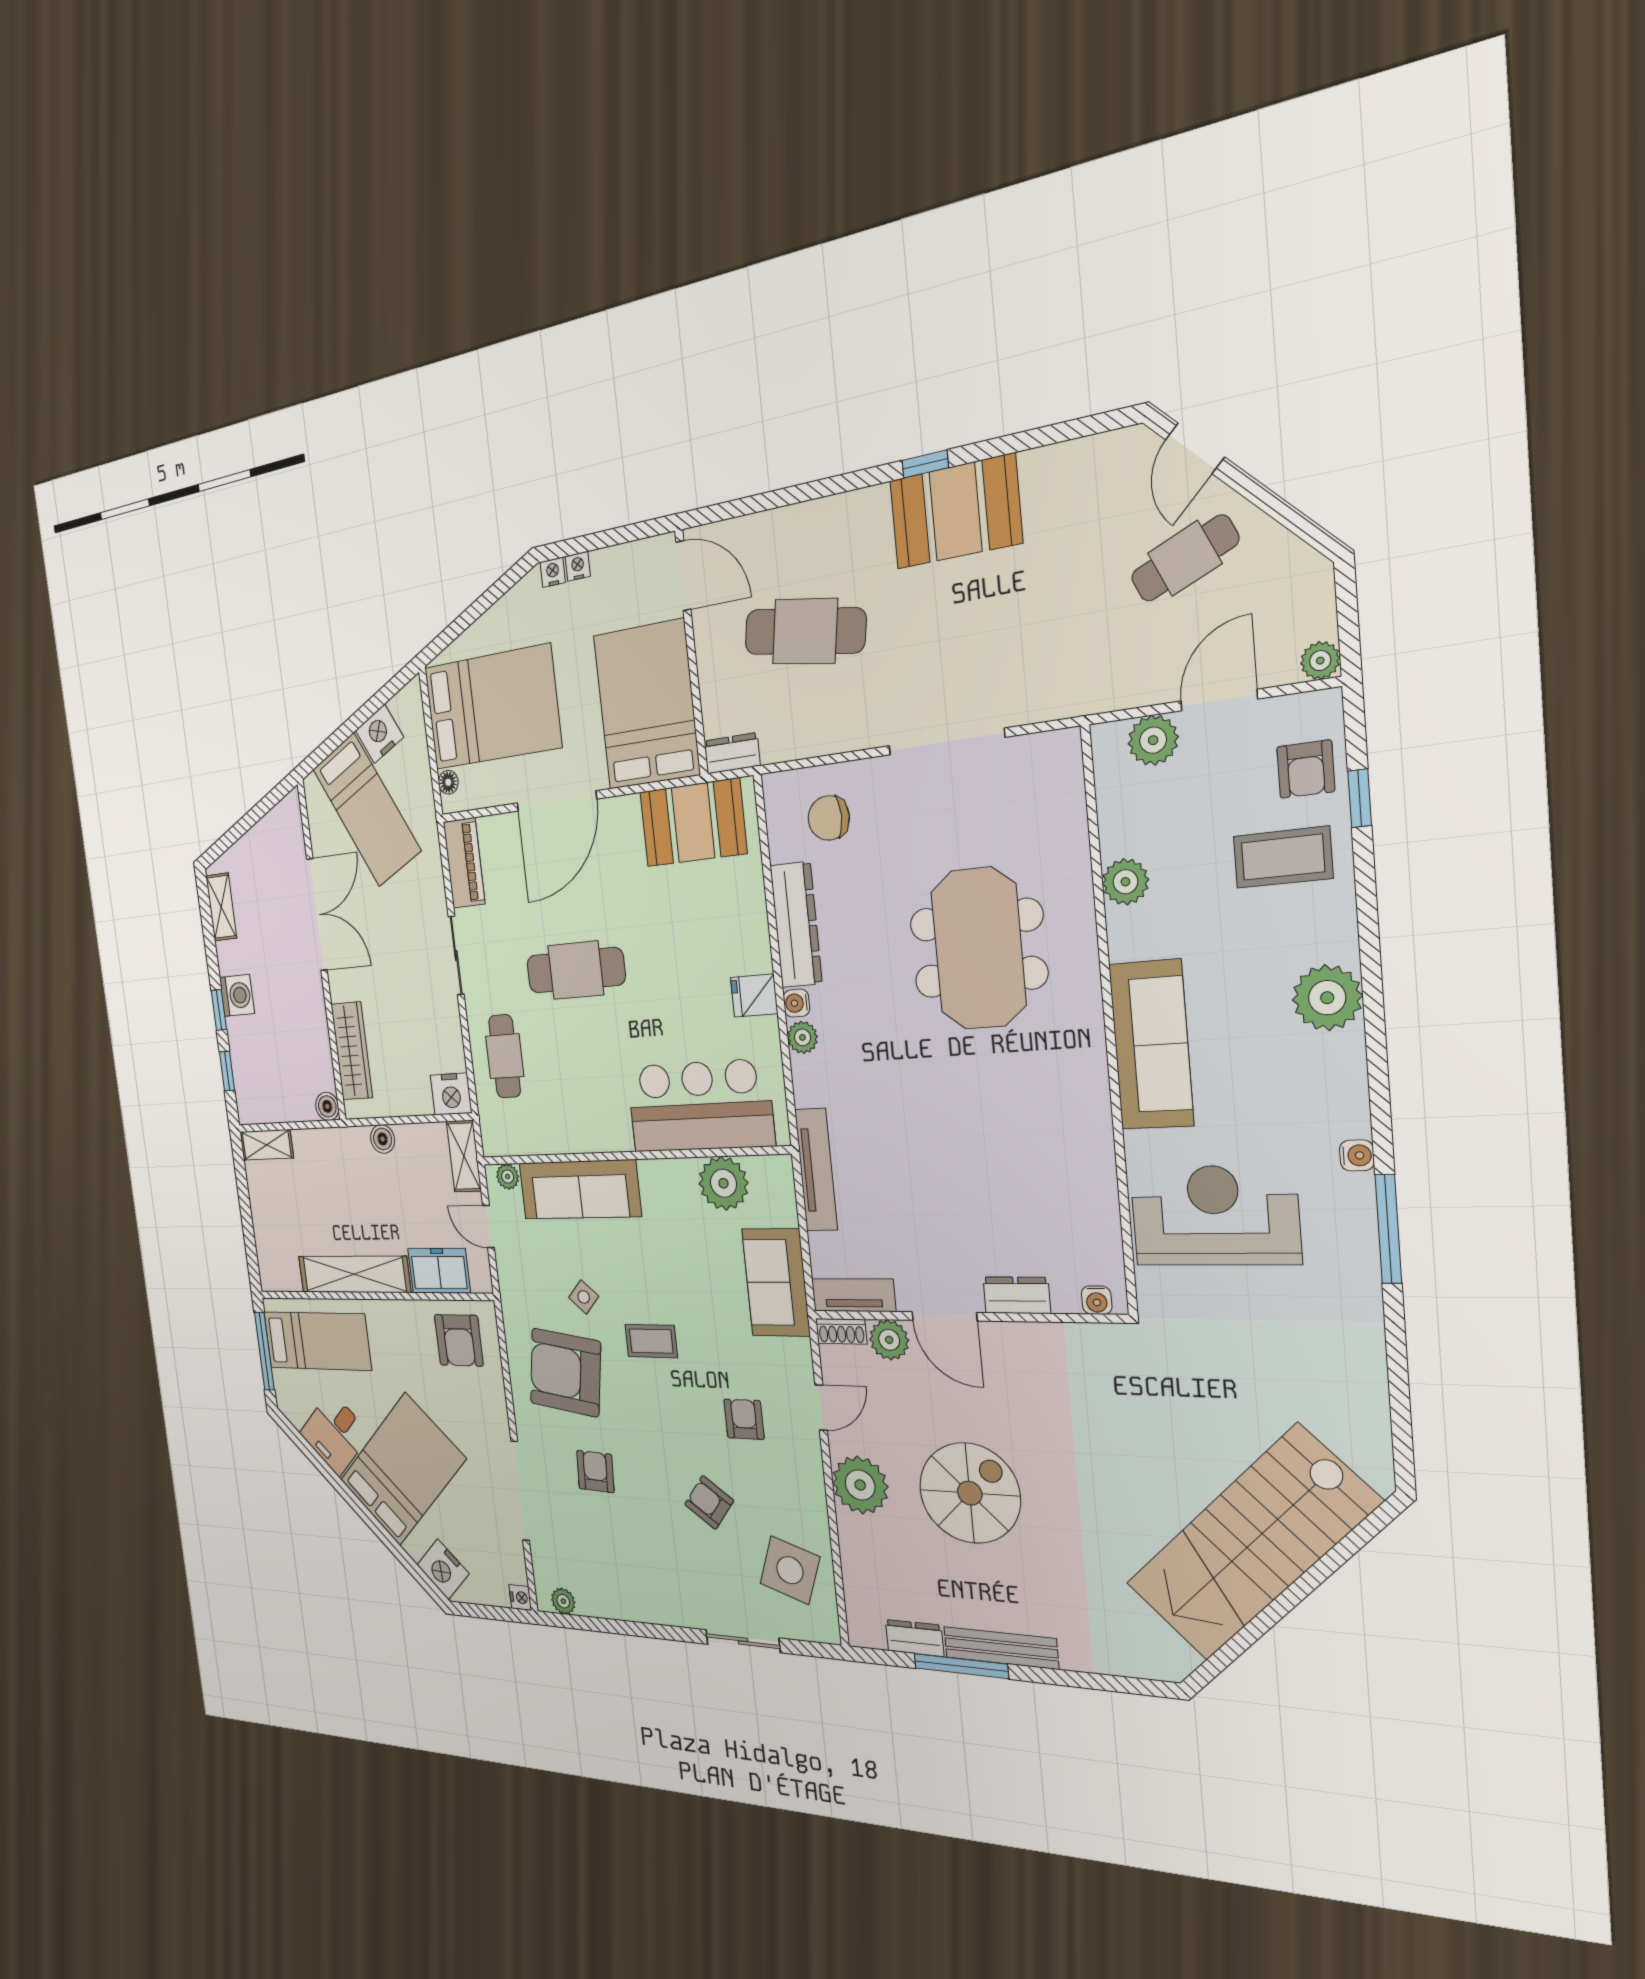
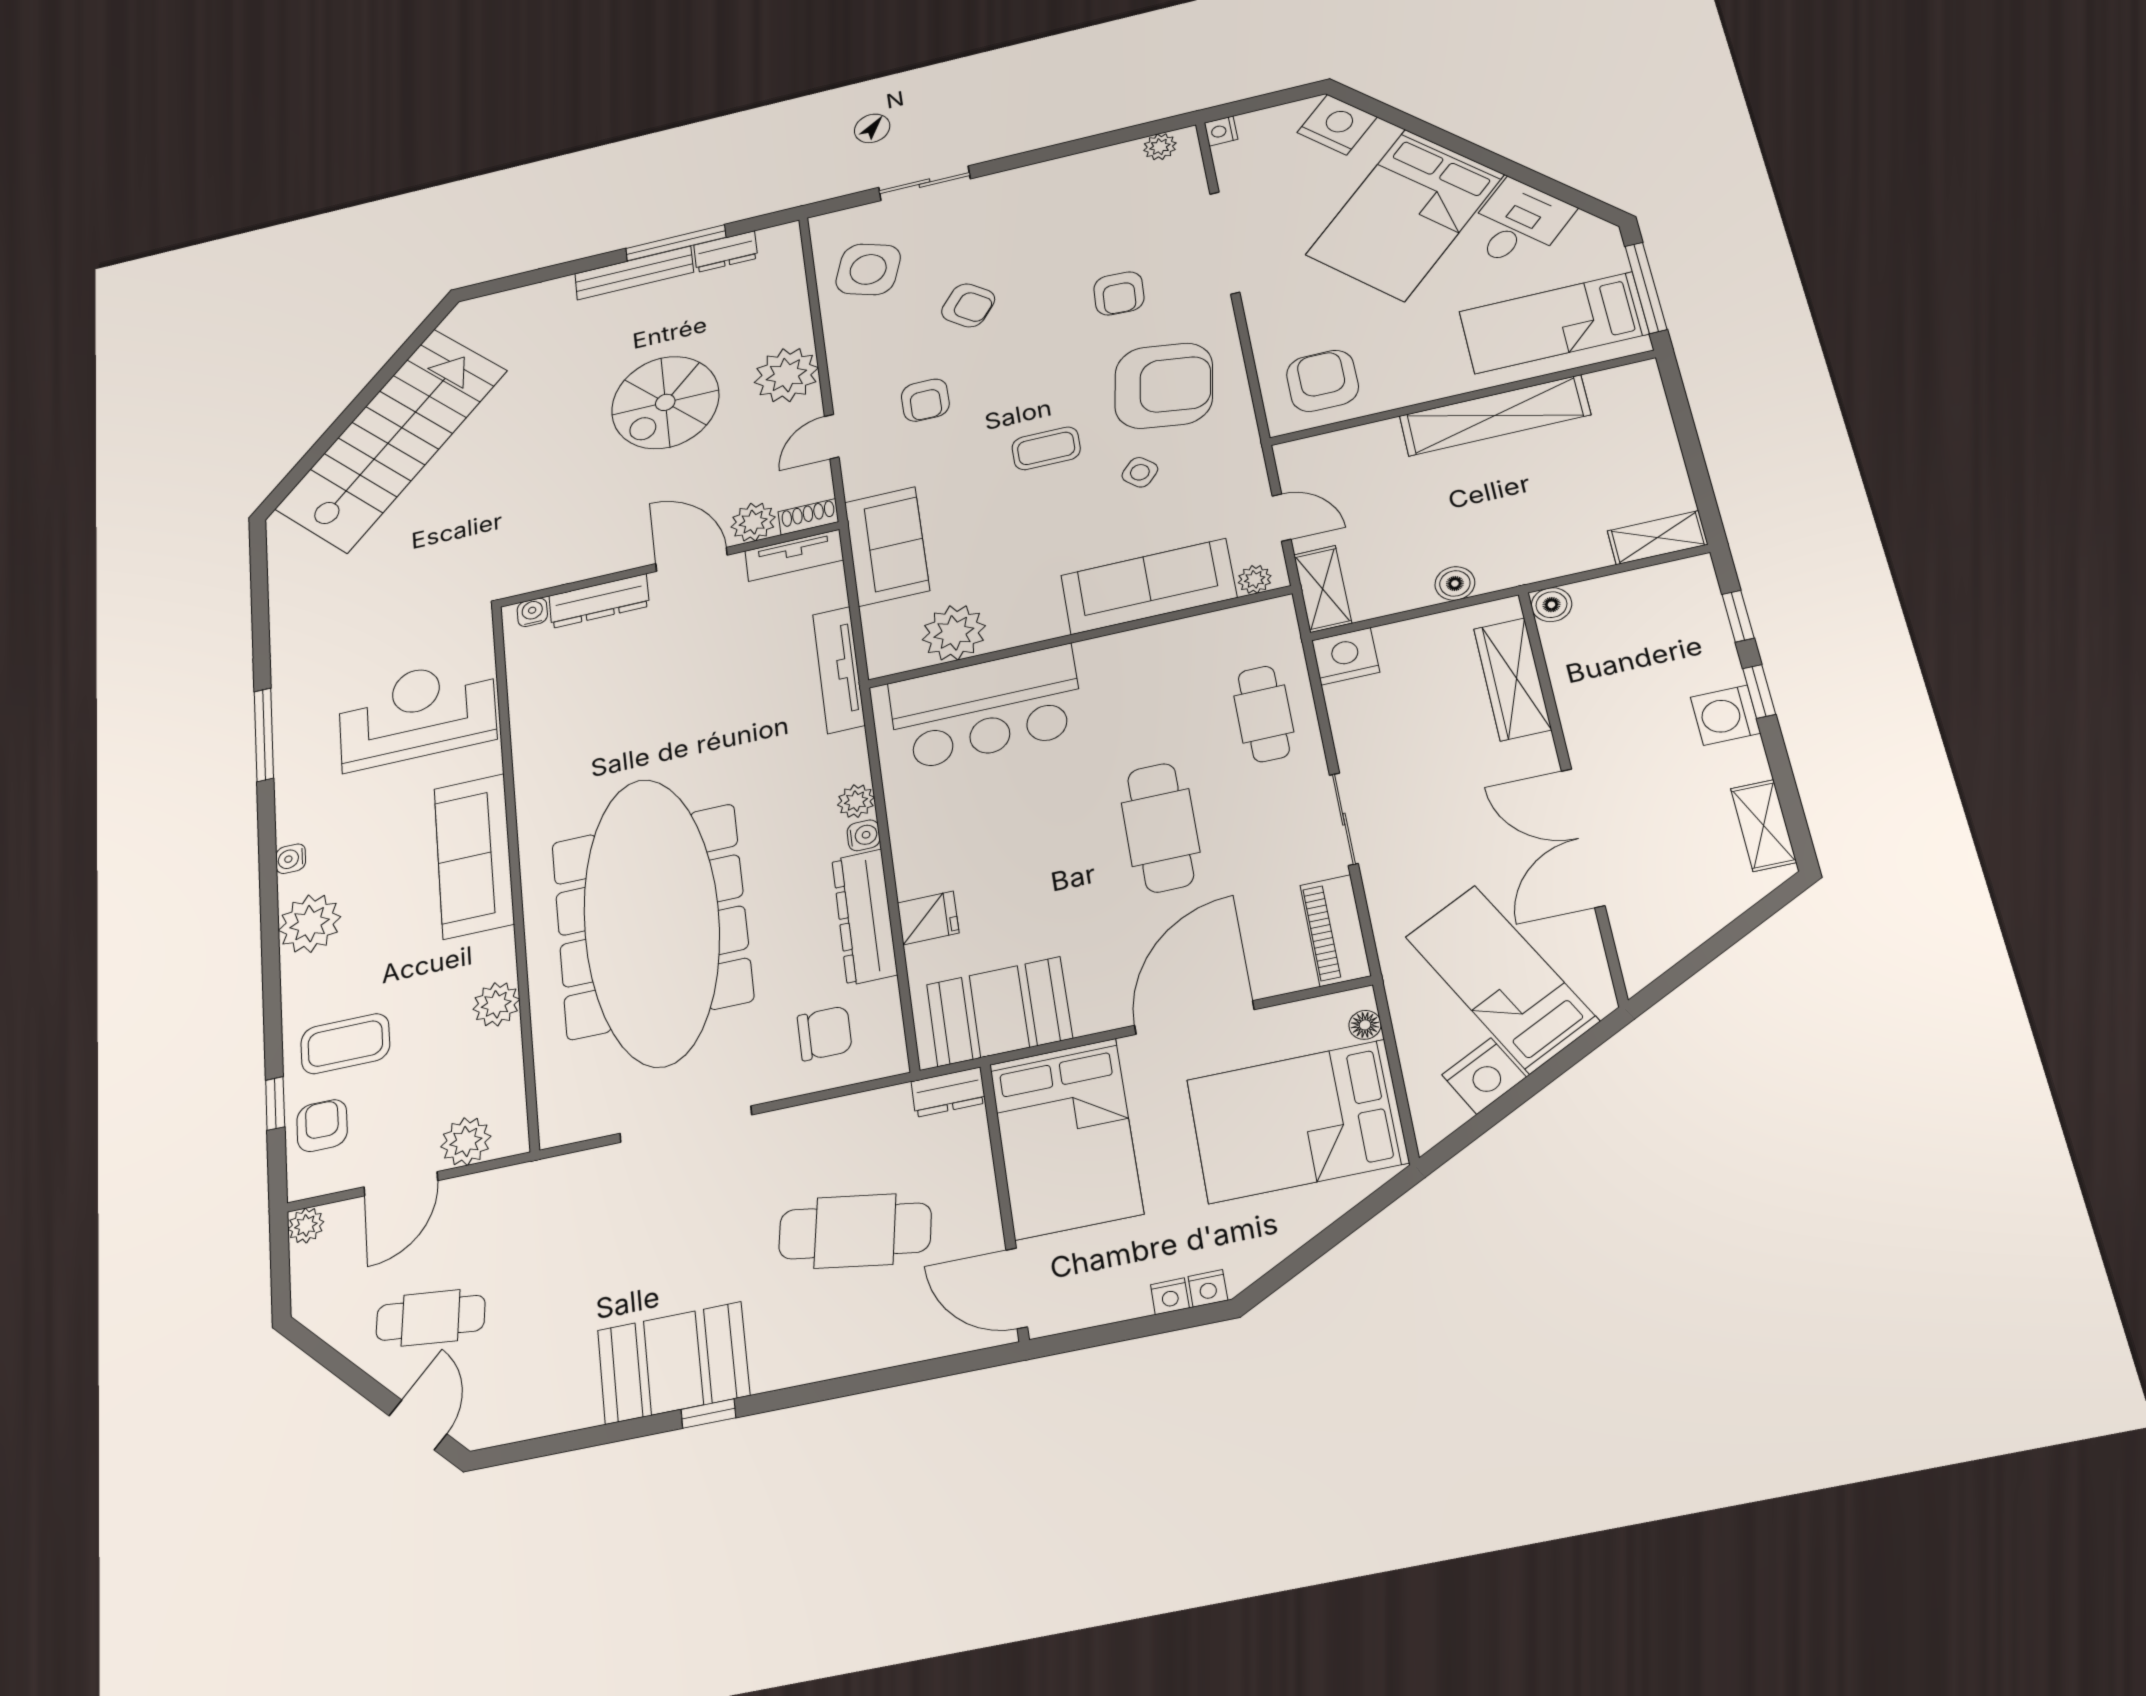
cafe table: (1185, 558) -> (431, 1318), turned 30
meeting table: (978, 948) -> (651, 921), width x1.86, depth x1.27
cafe table: (576, 970) -> (1161, 827), turned 90
fridge: (754, 996) -> (928, 918), moved
water cooler: (1357, 1155) -> (291, 859), moved
reception desk: (1215, 1216) -> (417, 713), turned 180
freezer: (439, 1271) -> (1356, 451), removed
dresser: (1017, 1295) -> (599, 601), width x1.44

